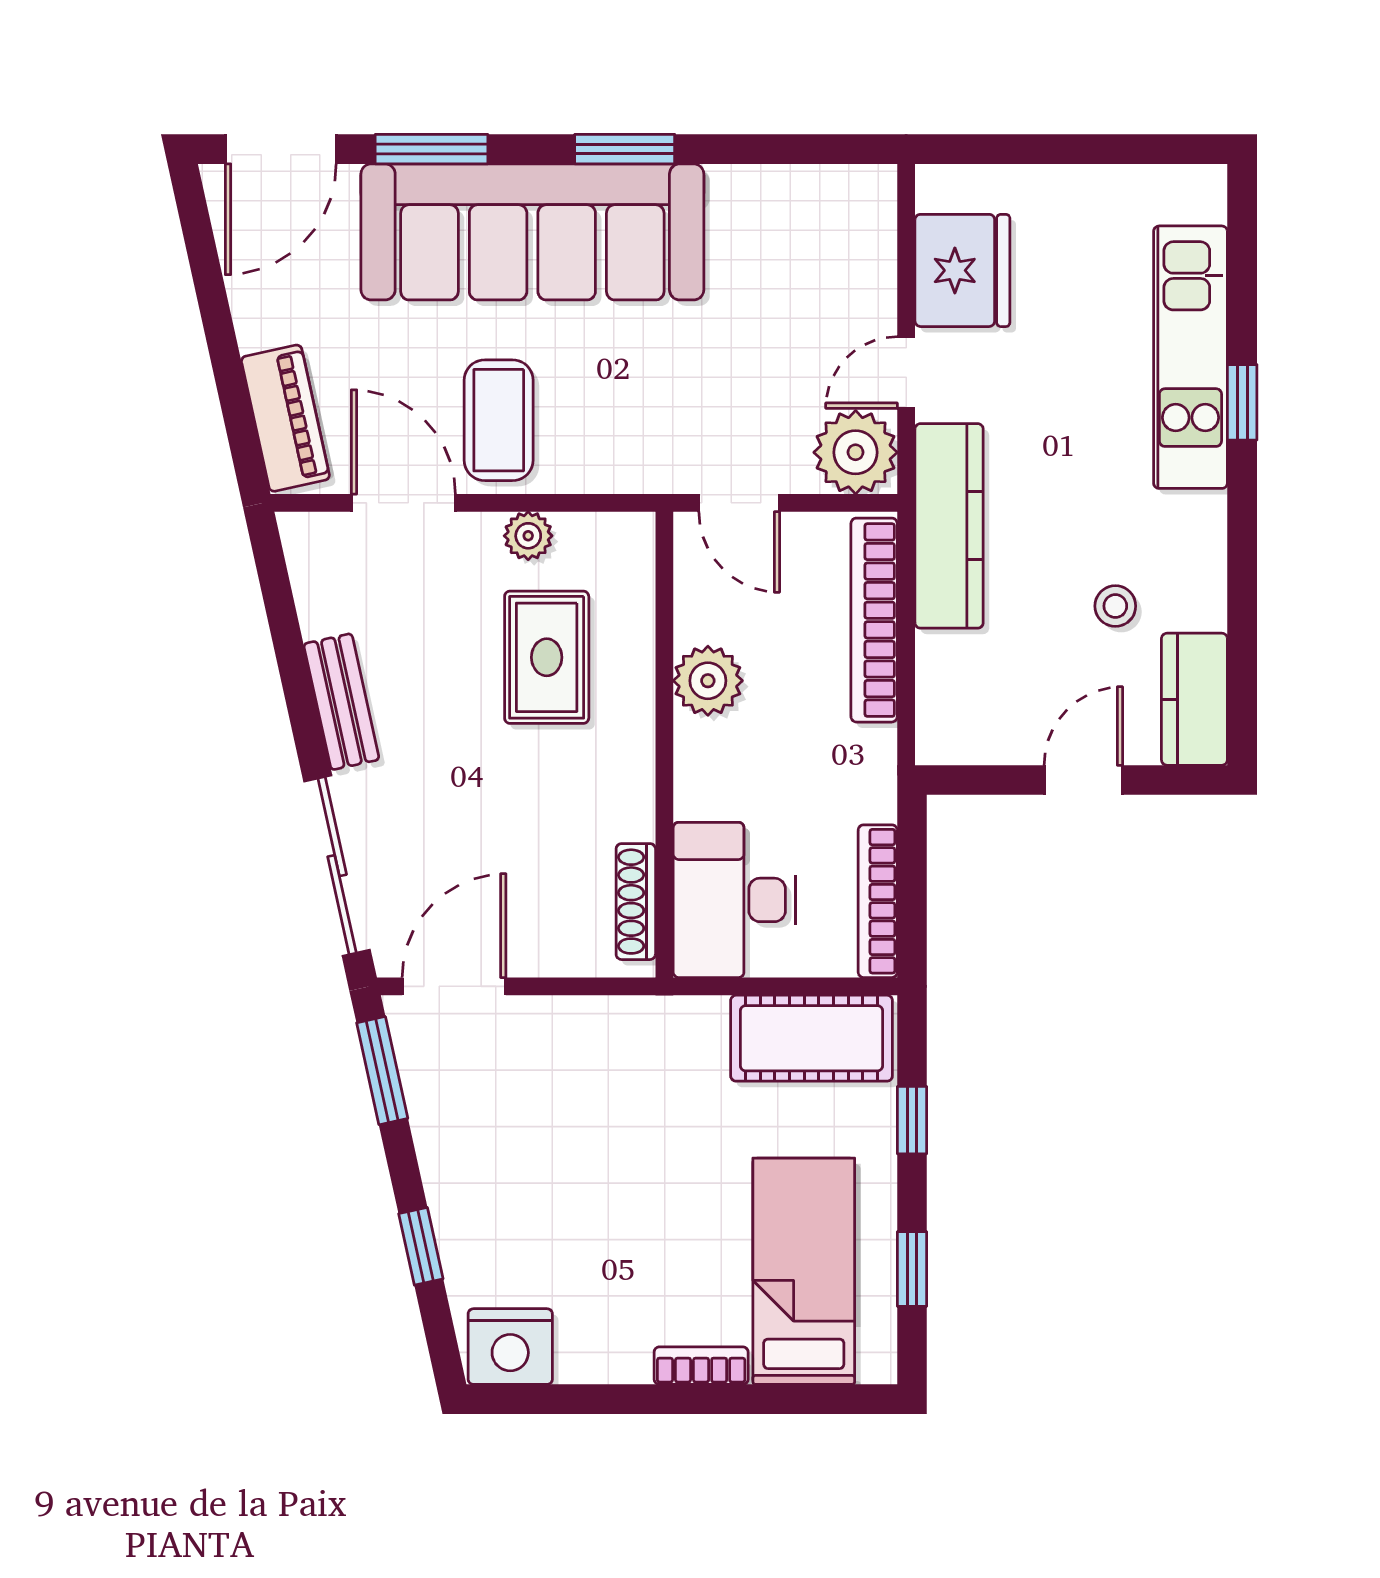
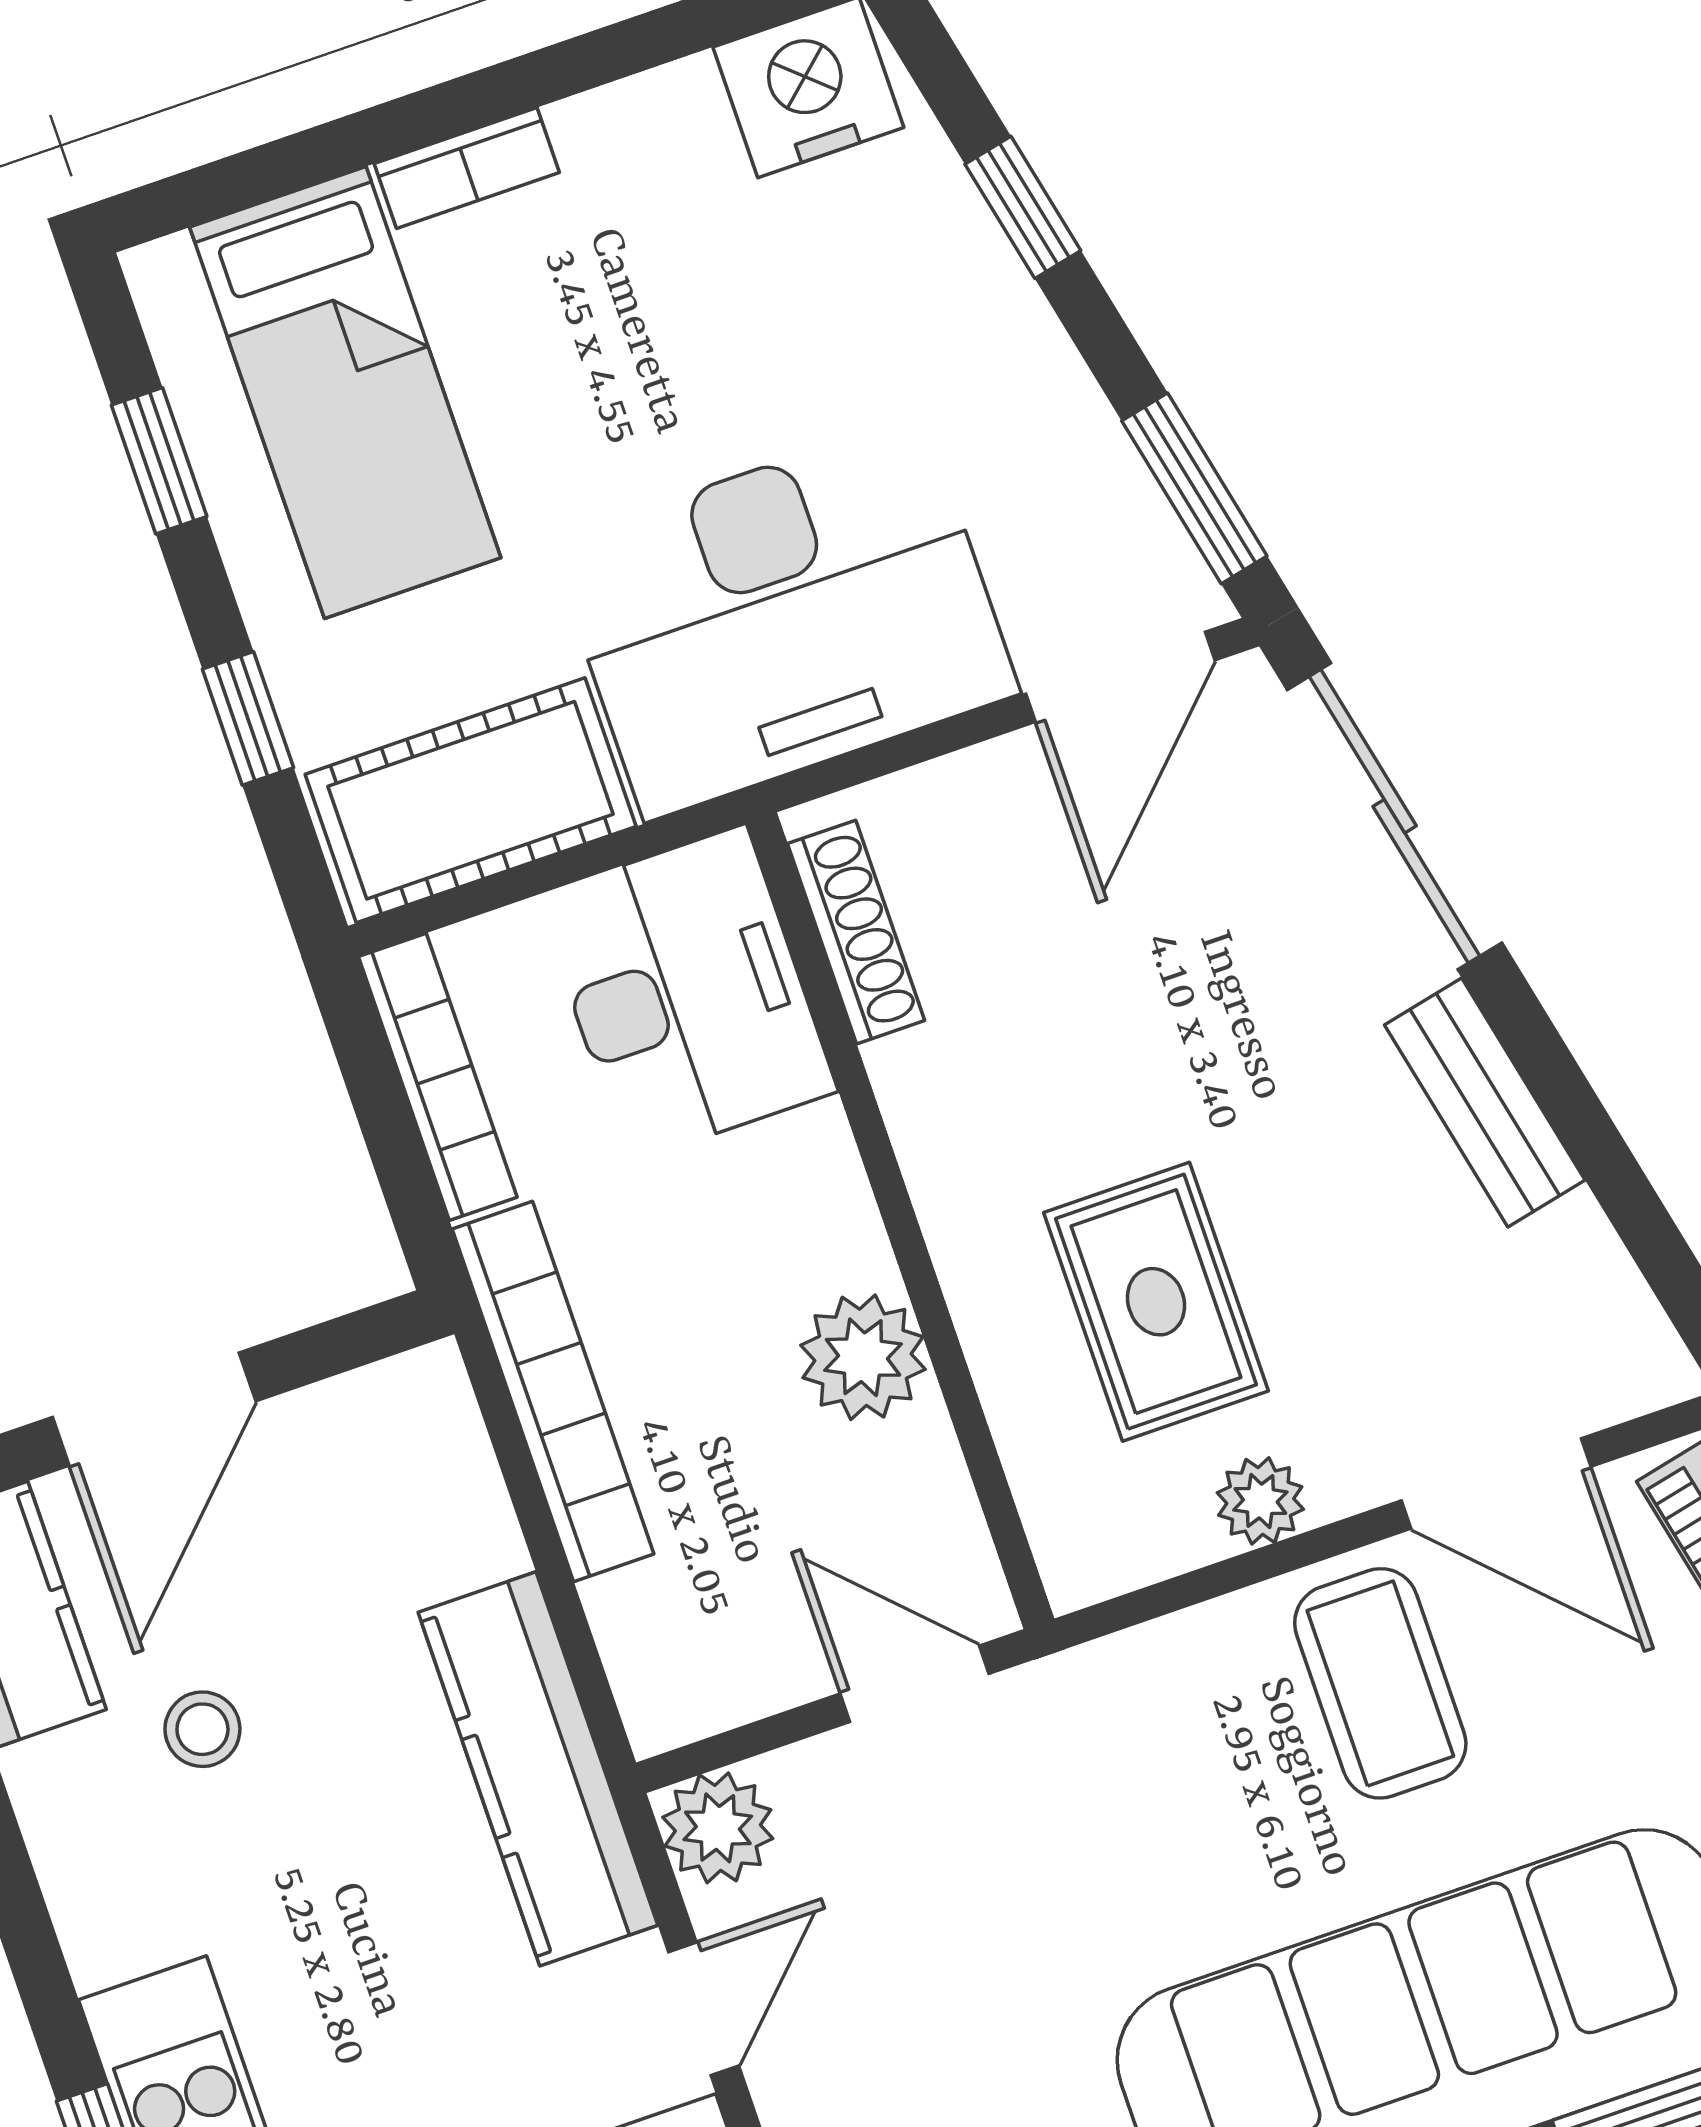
plant: (856, 452) -> (718, 1828), width x0.73, depth x0.73
bookcase: (874, 620) -> (553, 1391), moved
door: (1083, 780) -> (154, 1409), width x1.38
desk: (617, 1077) -> (784, 618), added

